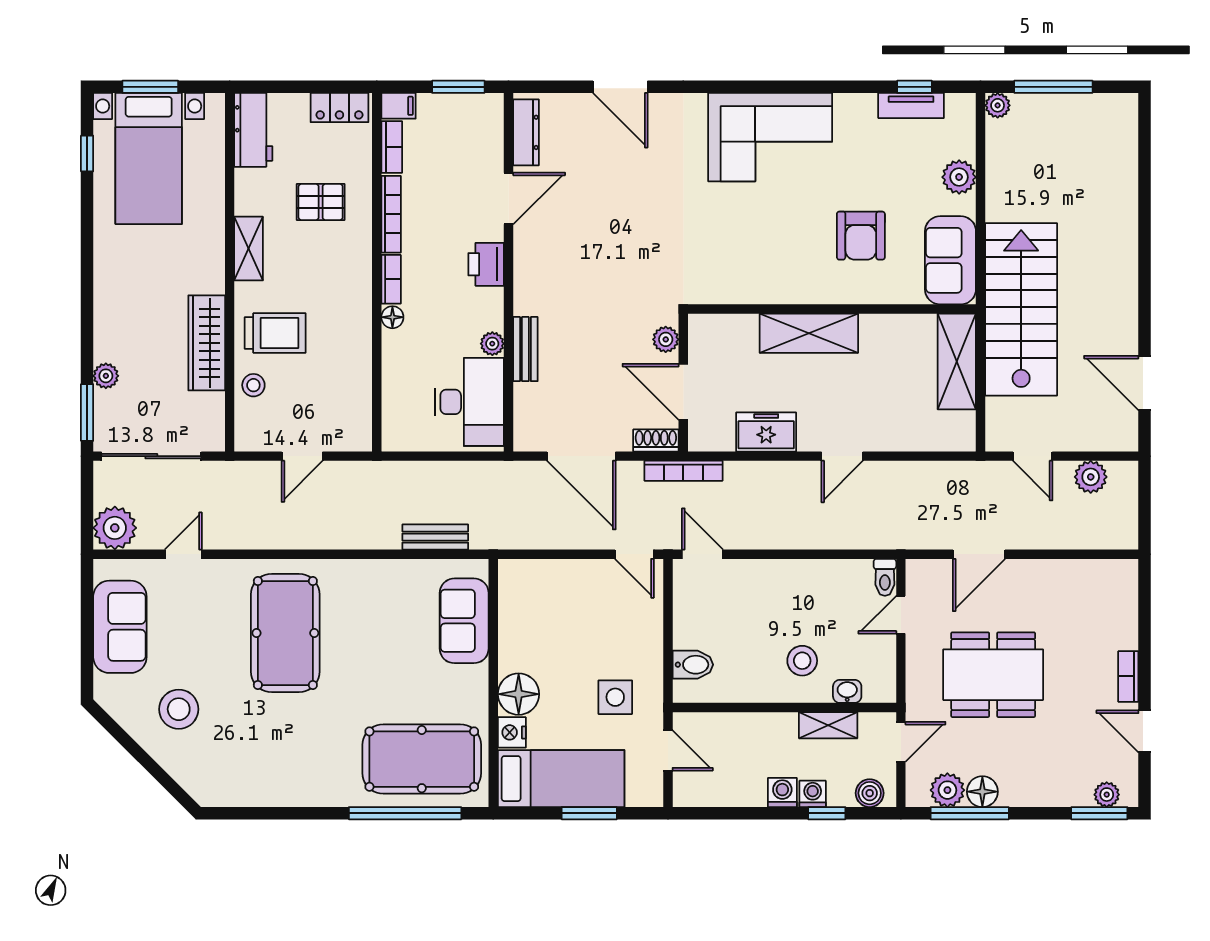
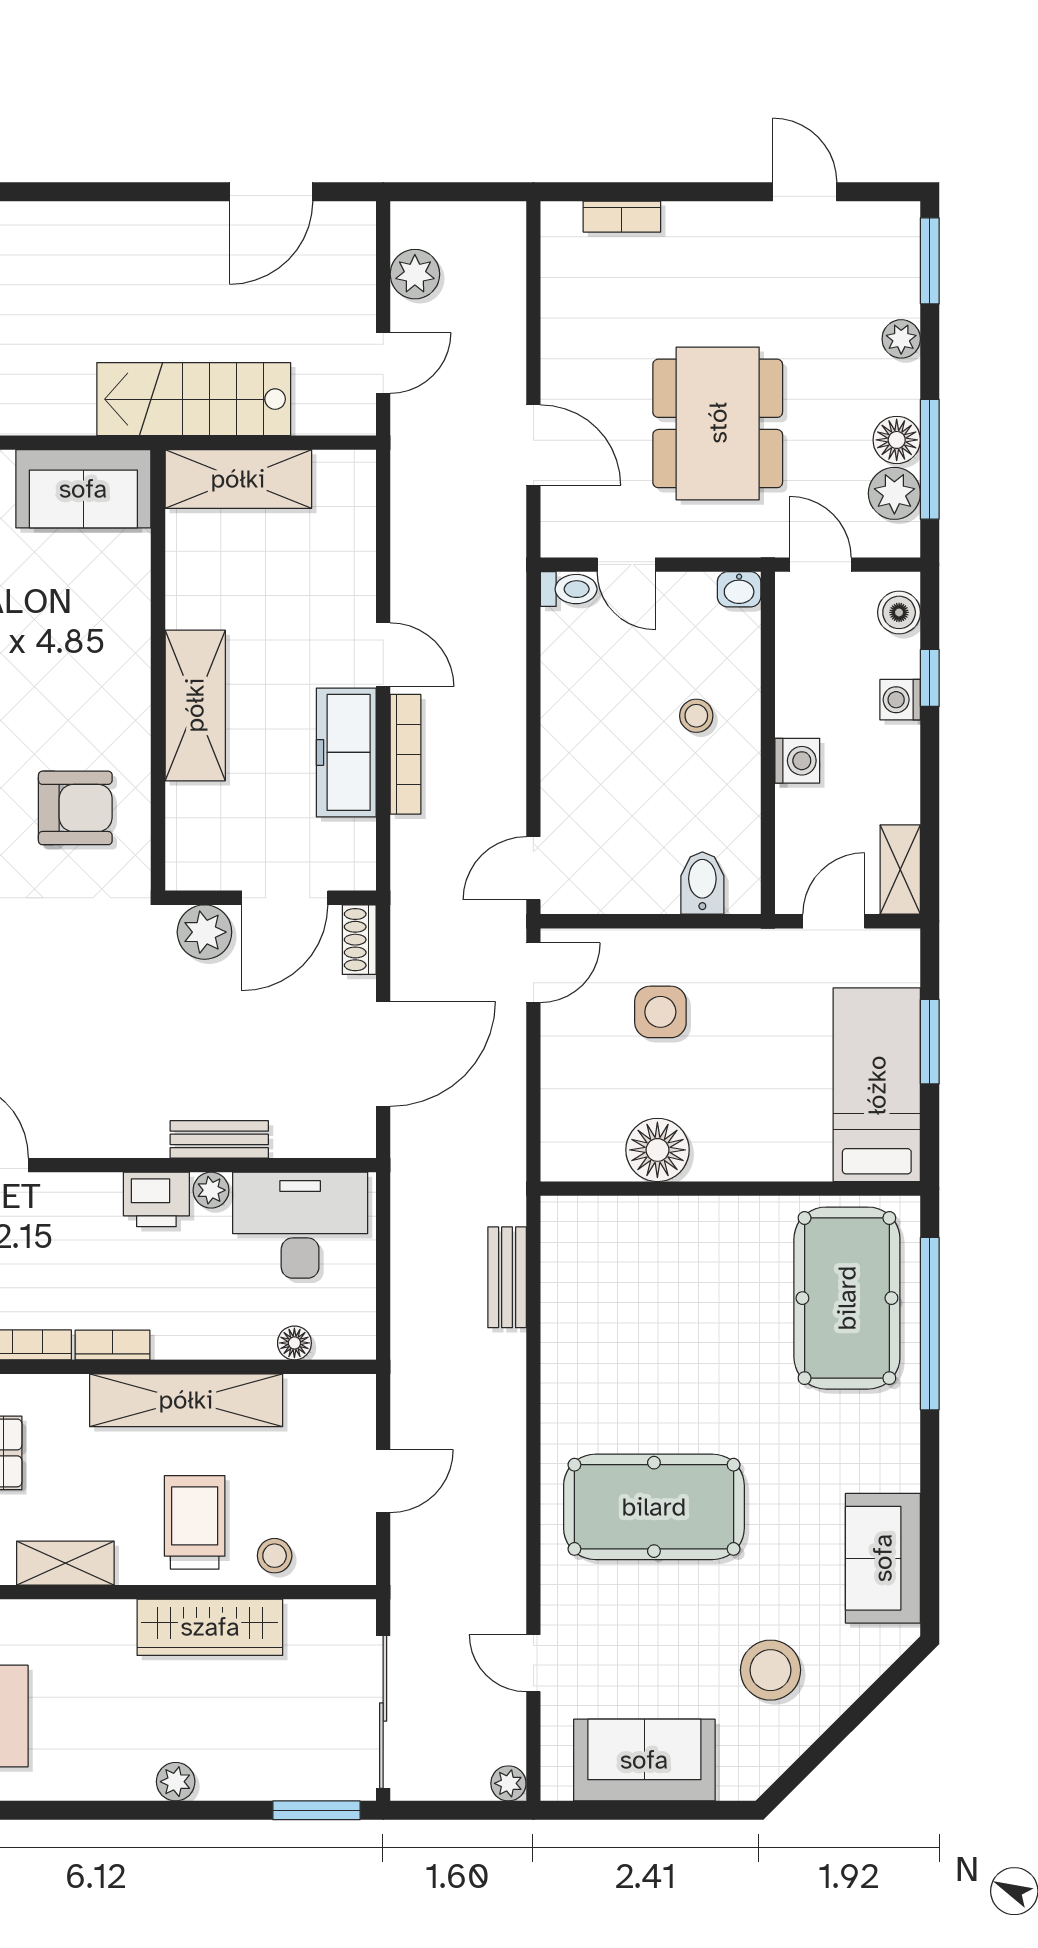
armchair: (861, 236) -> (75, 808), moved
printer: (486, 264) -> (156, 1199), moved
stairs: (1021, 309) -> (194, 399), width x0.73, depth x0.66
floor lamp: (392, 317) -> (294, 1343), moved
shelving: (355, 327) -> (186, 1400), added
plant: (666, 339) -> (204, 932), width x1.38, depth x1.38
plant: (106, 376) -> (176, 1782), moved
freezer: (766, 432) -> (346, 752), width x1.40
door: (302, 456) -> (383, 1481), hinge flipped
bookcase: (683, 471) -> (406, 754), moved
plant: (115, 528) -> (508, 1783), width x0.53, depth x0.53
sofa: (464, 621) -> (883, 1558), moved, turned 90
stool: (802, 661) -> (696, 716), width x0.73, depth x0.73
bookcase: (1128, 676) -> (622, 217), moved
washbasin: (847, 691) -> (739, 589), moved, turned -90
floor lamp: (519, 694) -> (657, 1150), moved
side table: (615, 697) -> (660, 1012), moved
shelving: (828, 725) -> (900, 869), moved
door: (1145, 731) -> (805, 192), swing flipped
nightstand: (512, 732) -> (806, 1160), removed
washing machine: (782, 792) -> (797, 761), moved, turned 180
plant: (1107, 795) -> (901, 339), moved

